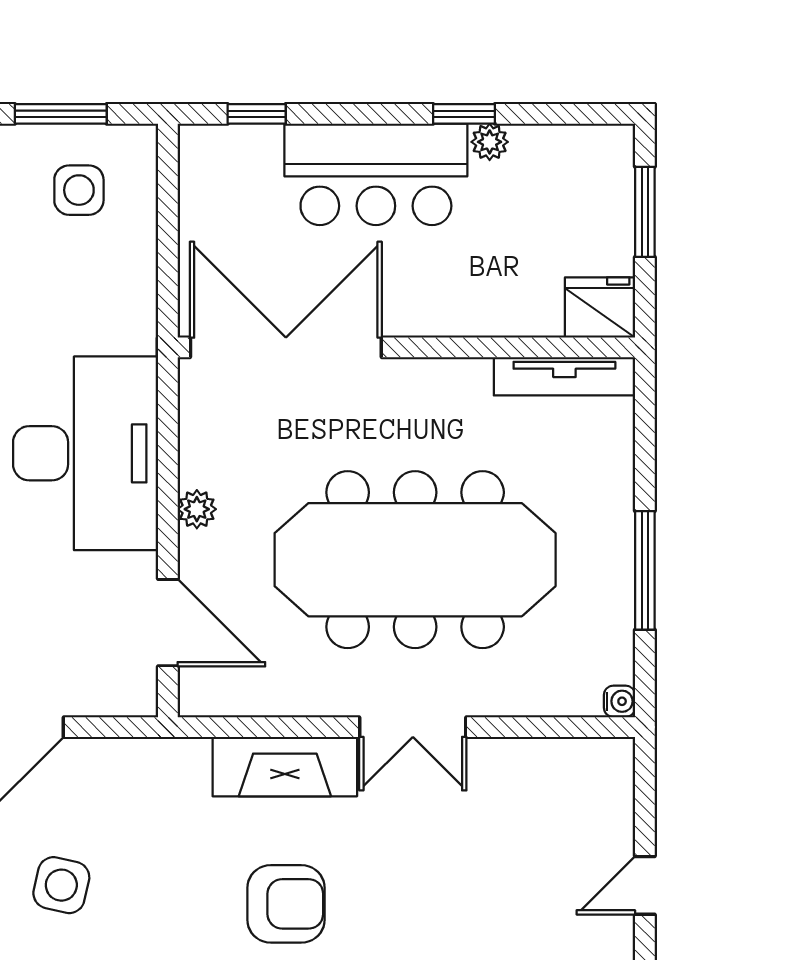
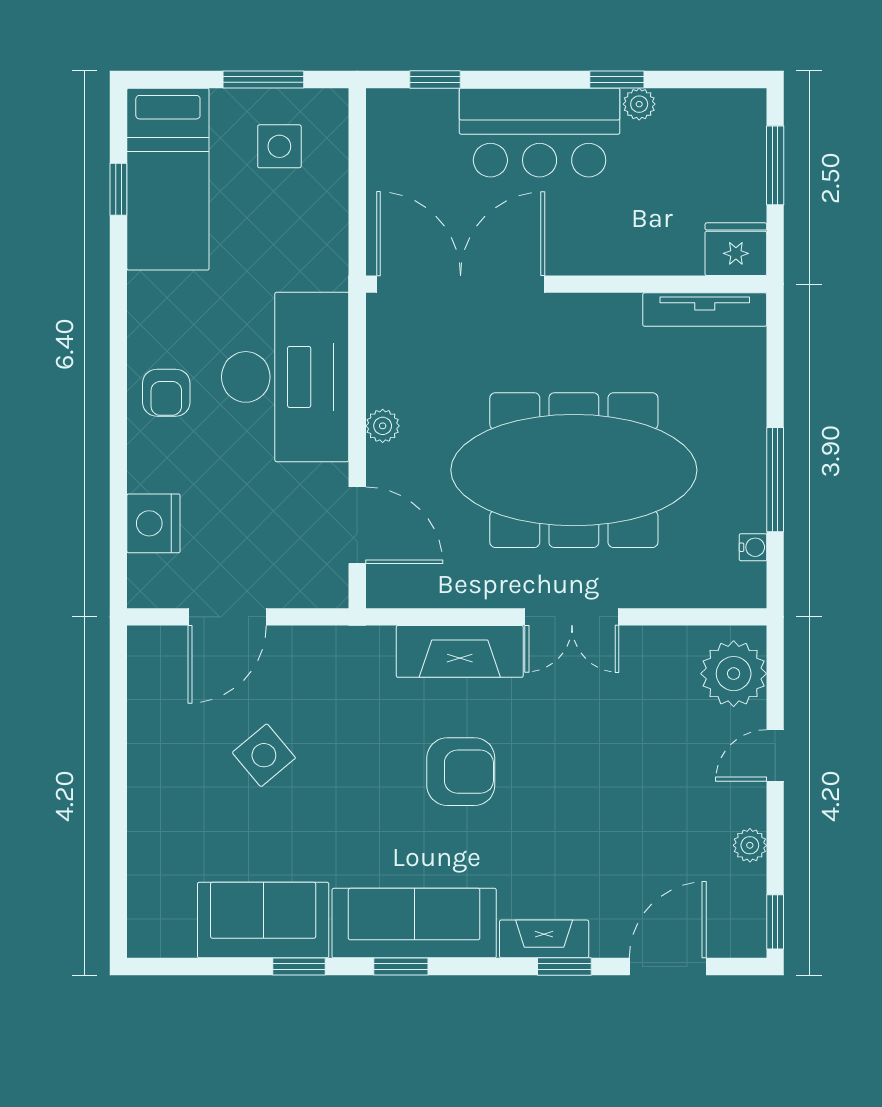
water cooler: (620, 701) -> (753, 547), moved
plant: (597, 792) -> (734, 674), added
side table: (61, 885) -> (264, 755), turned 37

